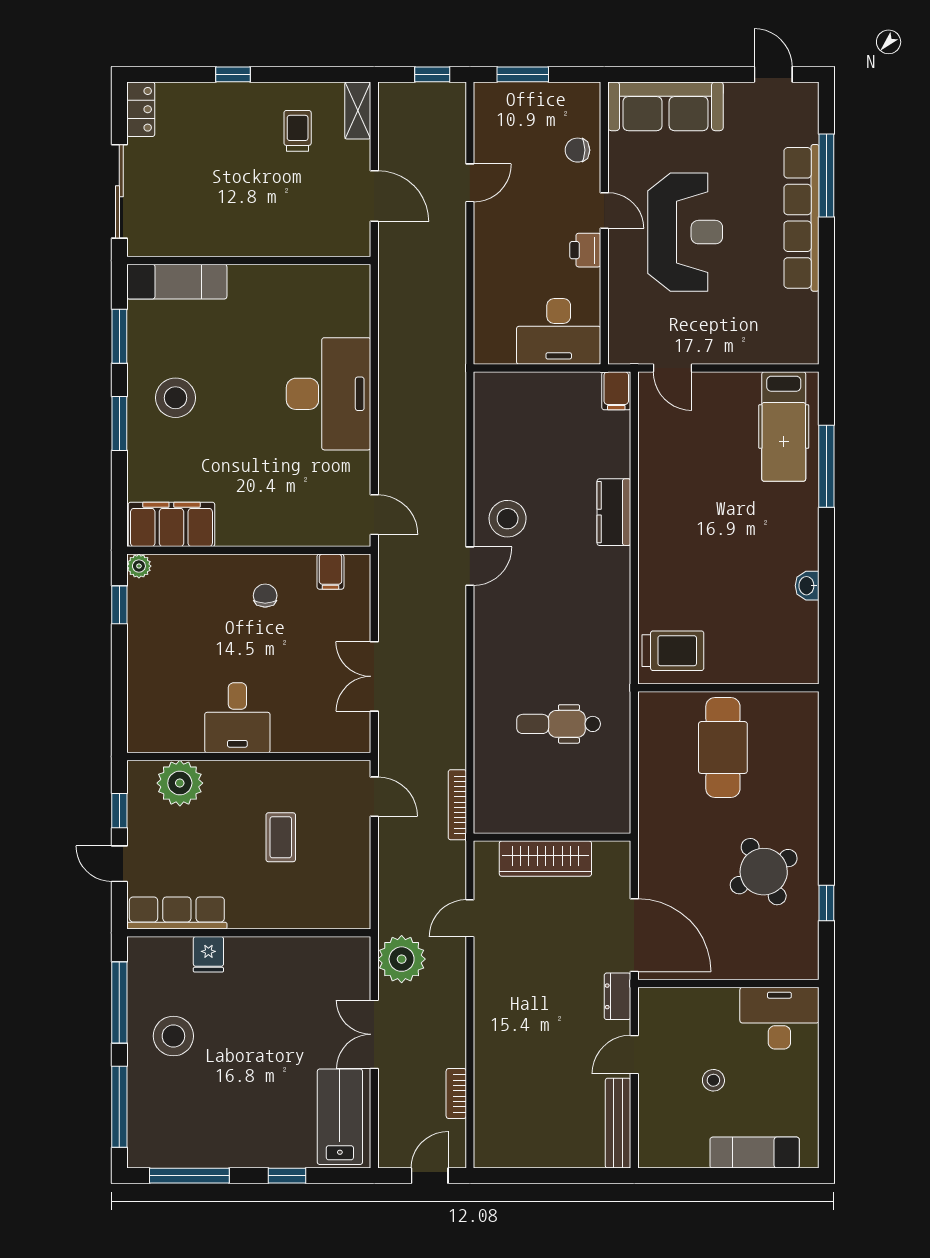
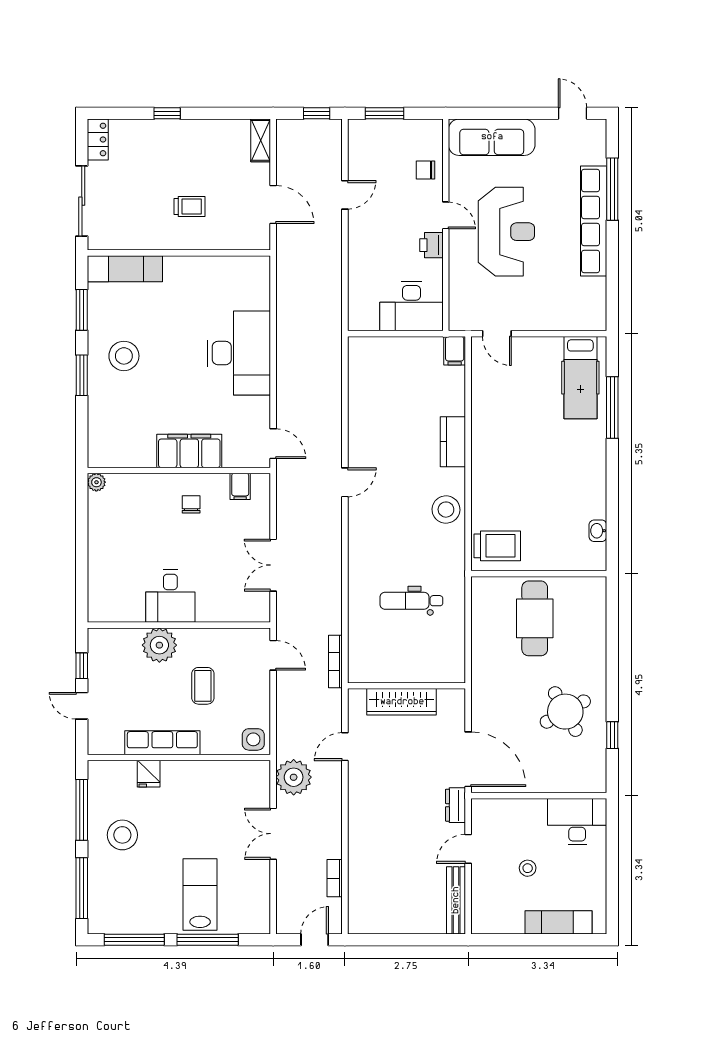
trolley: (298, 131) -> (190, 206), moved, turned 90
stool: (508, 519) -> (446, 510), moved
filing cabinet: (171, 524) -> (189, 451), moved
washbasin: (807, 586) -> (598, 531), moved
window: (119, 605) -> (82, 511), removed
plant: (180, 783) -> (159, 645), moved
side table: (348, 909) -> (253, 739), added
row of seats: (177, 913) -> (162, 743), moved
lab bench: (340, 1117) -> (200, 895), moved
window: (287, 1176) -> (208, 940), width x2.17

